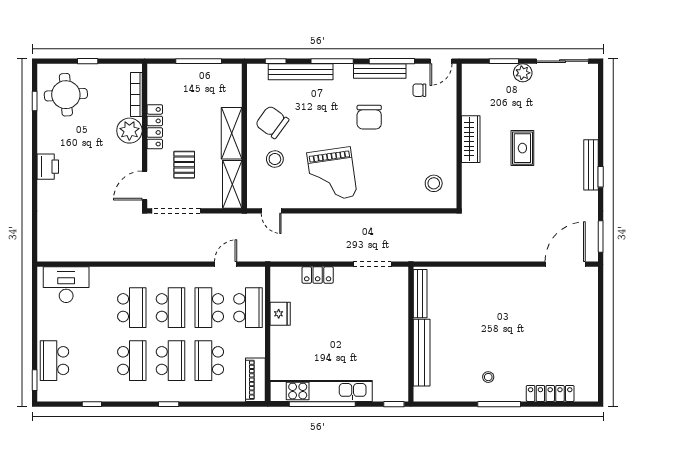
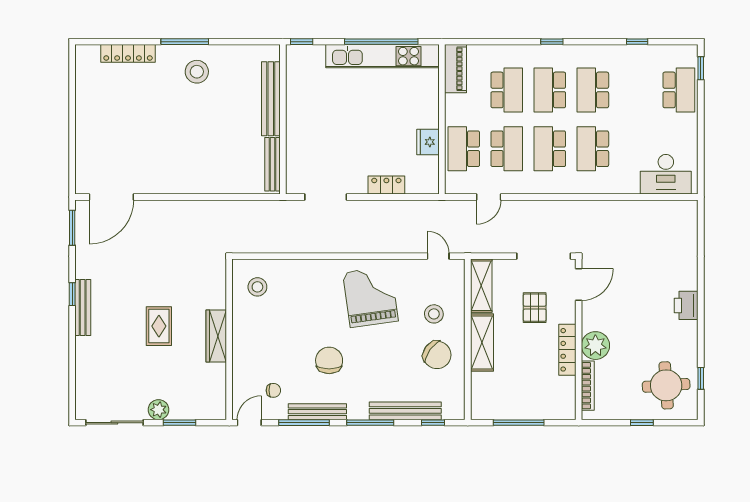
stool: (488, 377) -> (197, 72), width x1.89, depth x1.89

